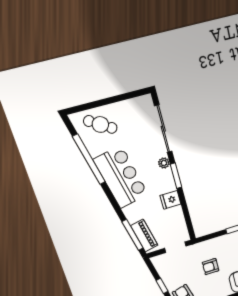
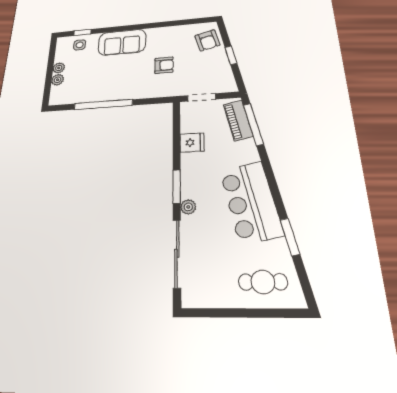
cafe table: (100, 124) -> (263, 282), turned -32
window: (89, 160) -> (290, 237), width x0.47
fridge: (171, 200) -> (192, 143), moved

